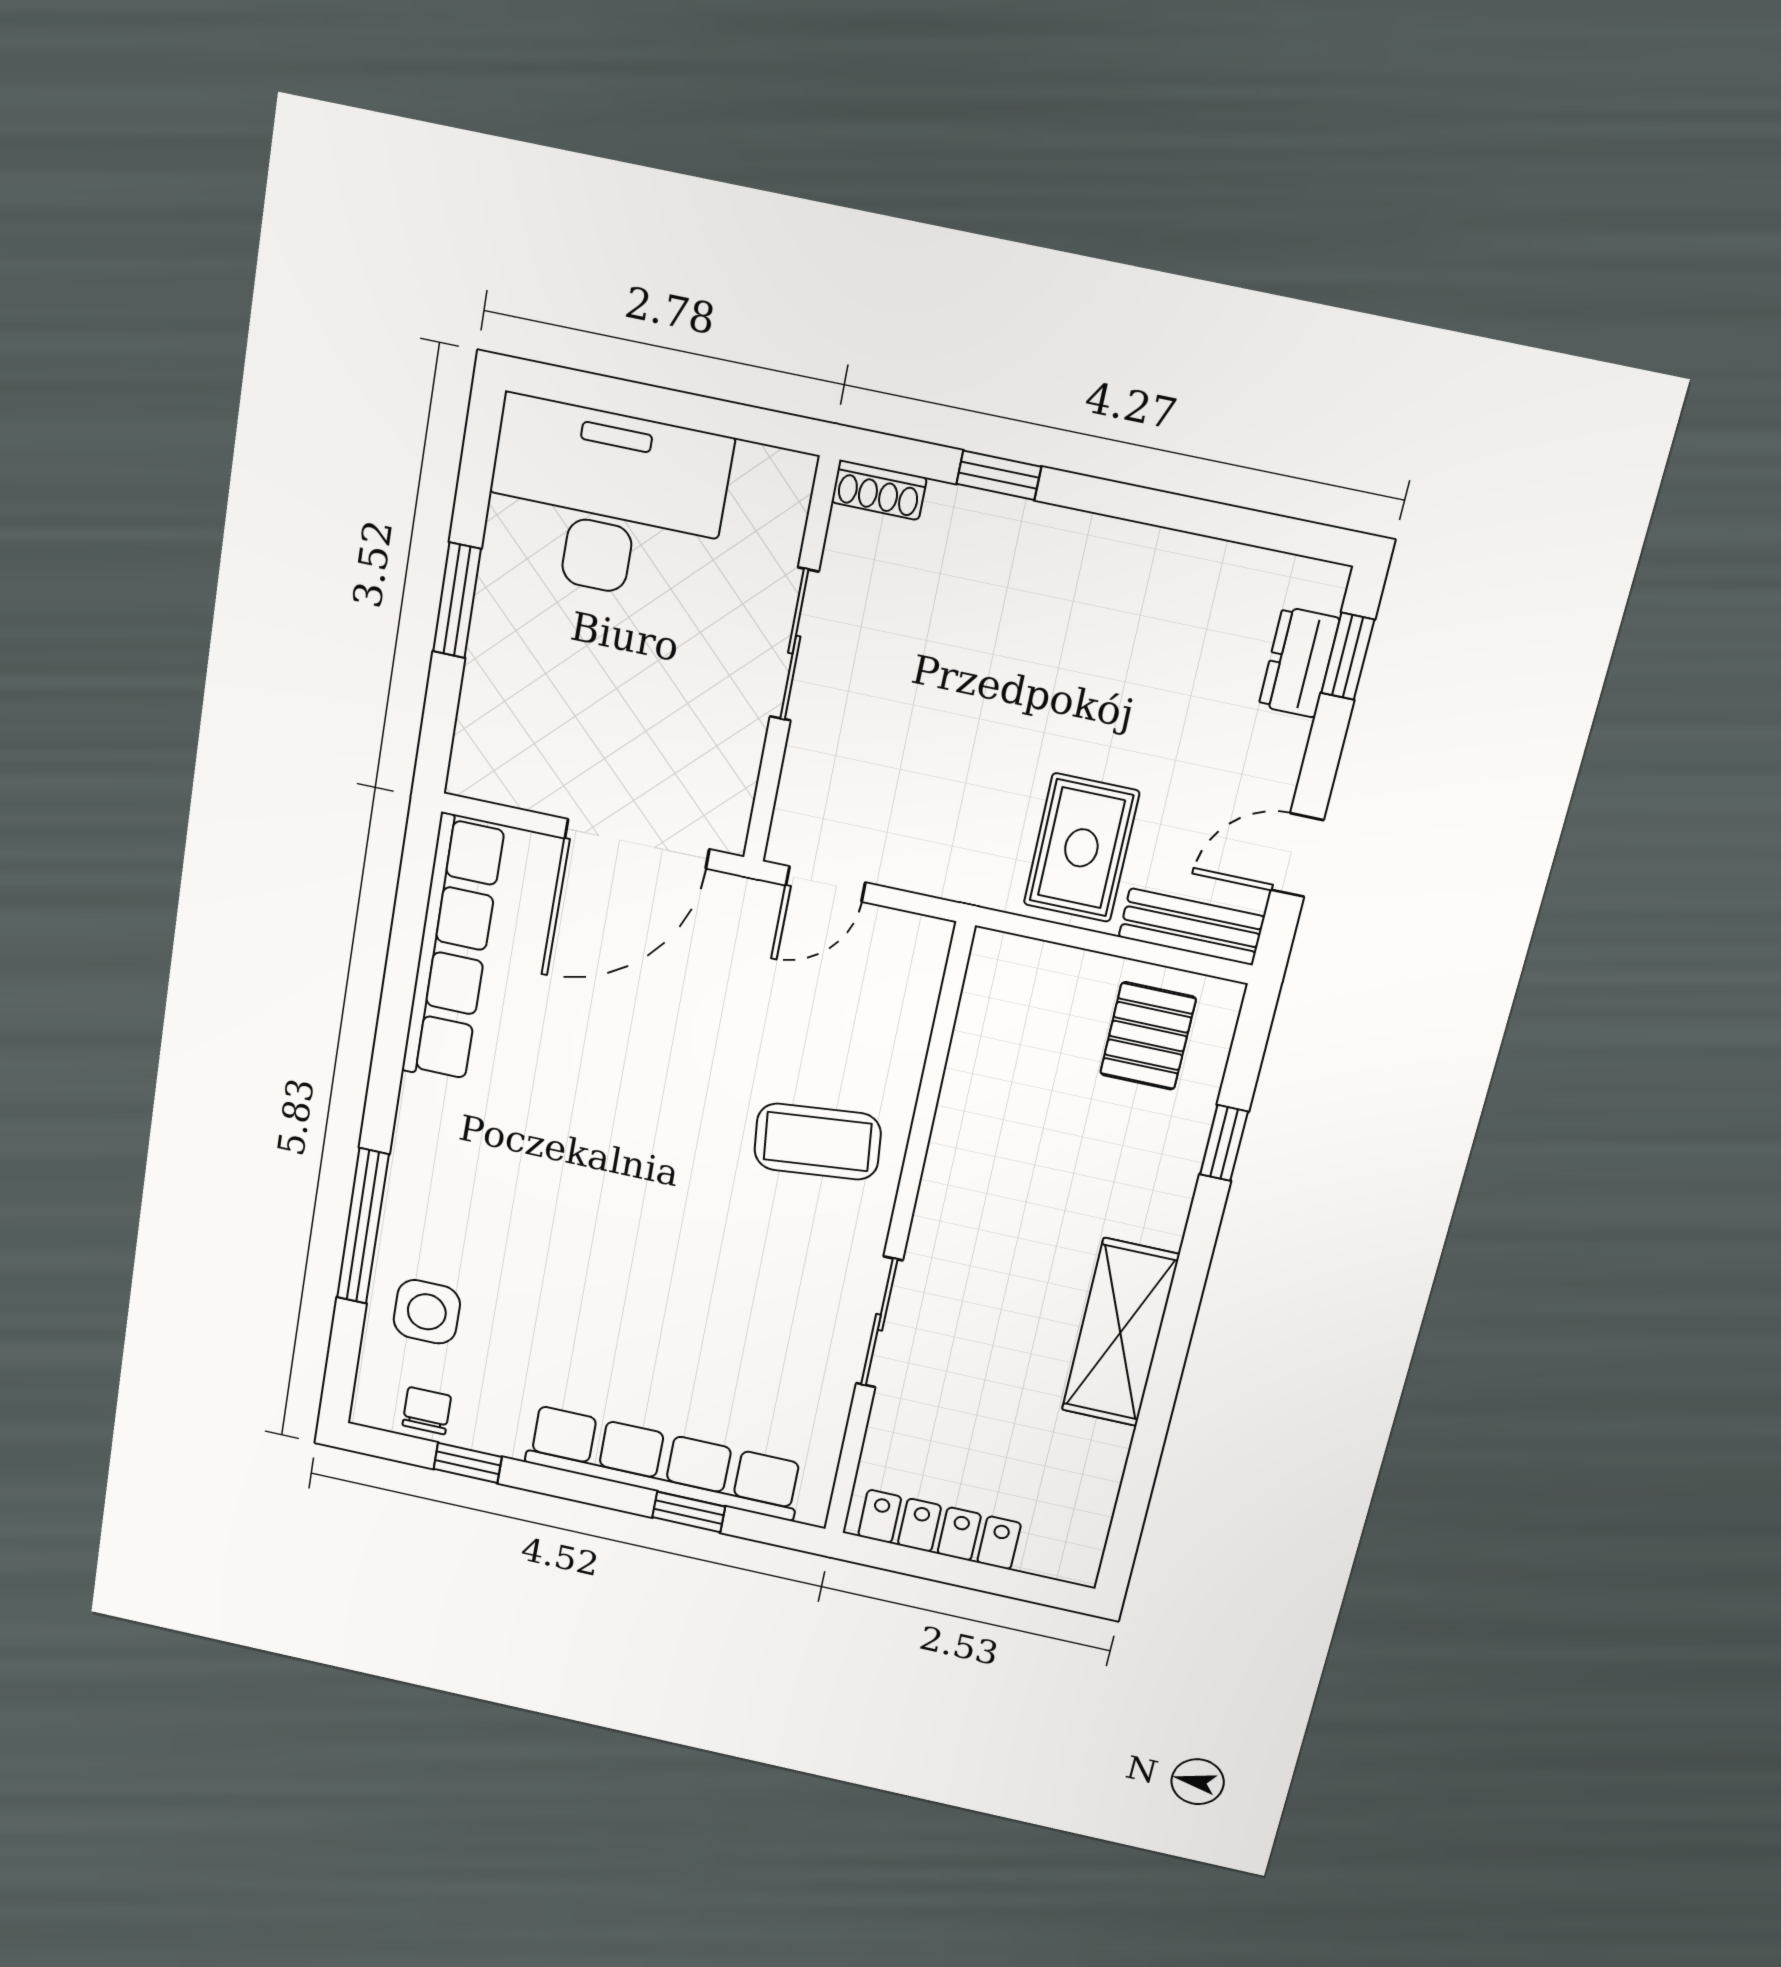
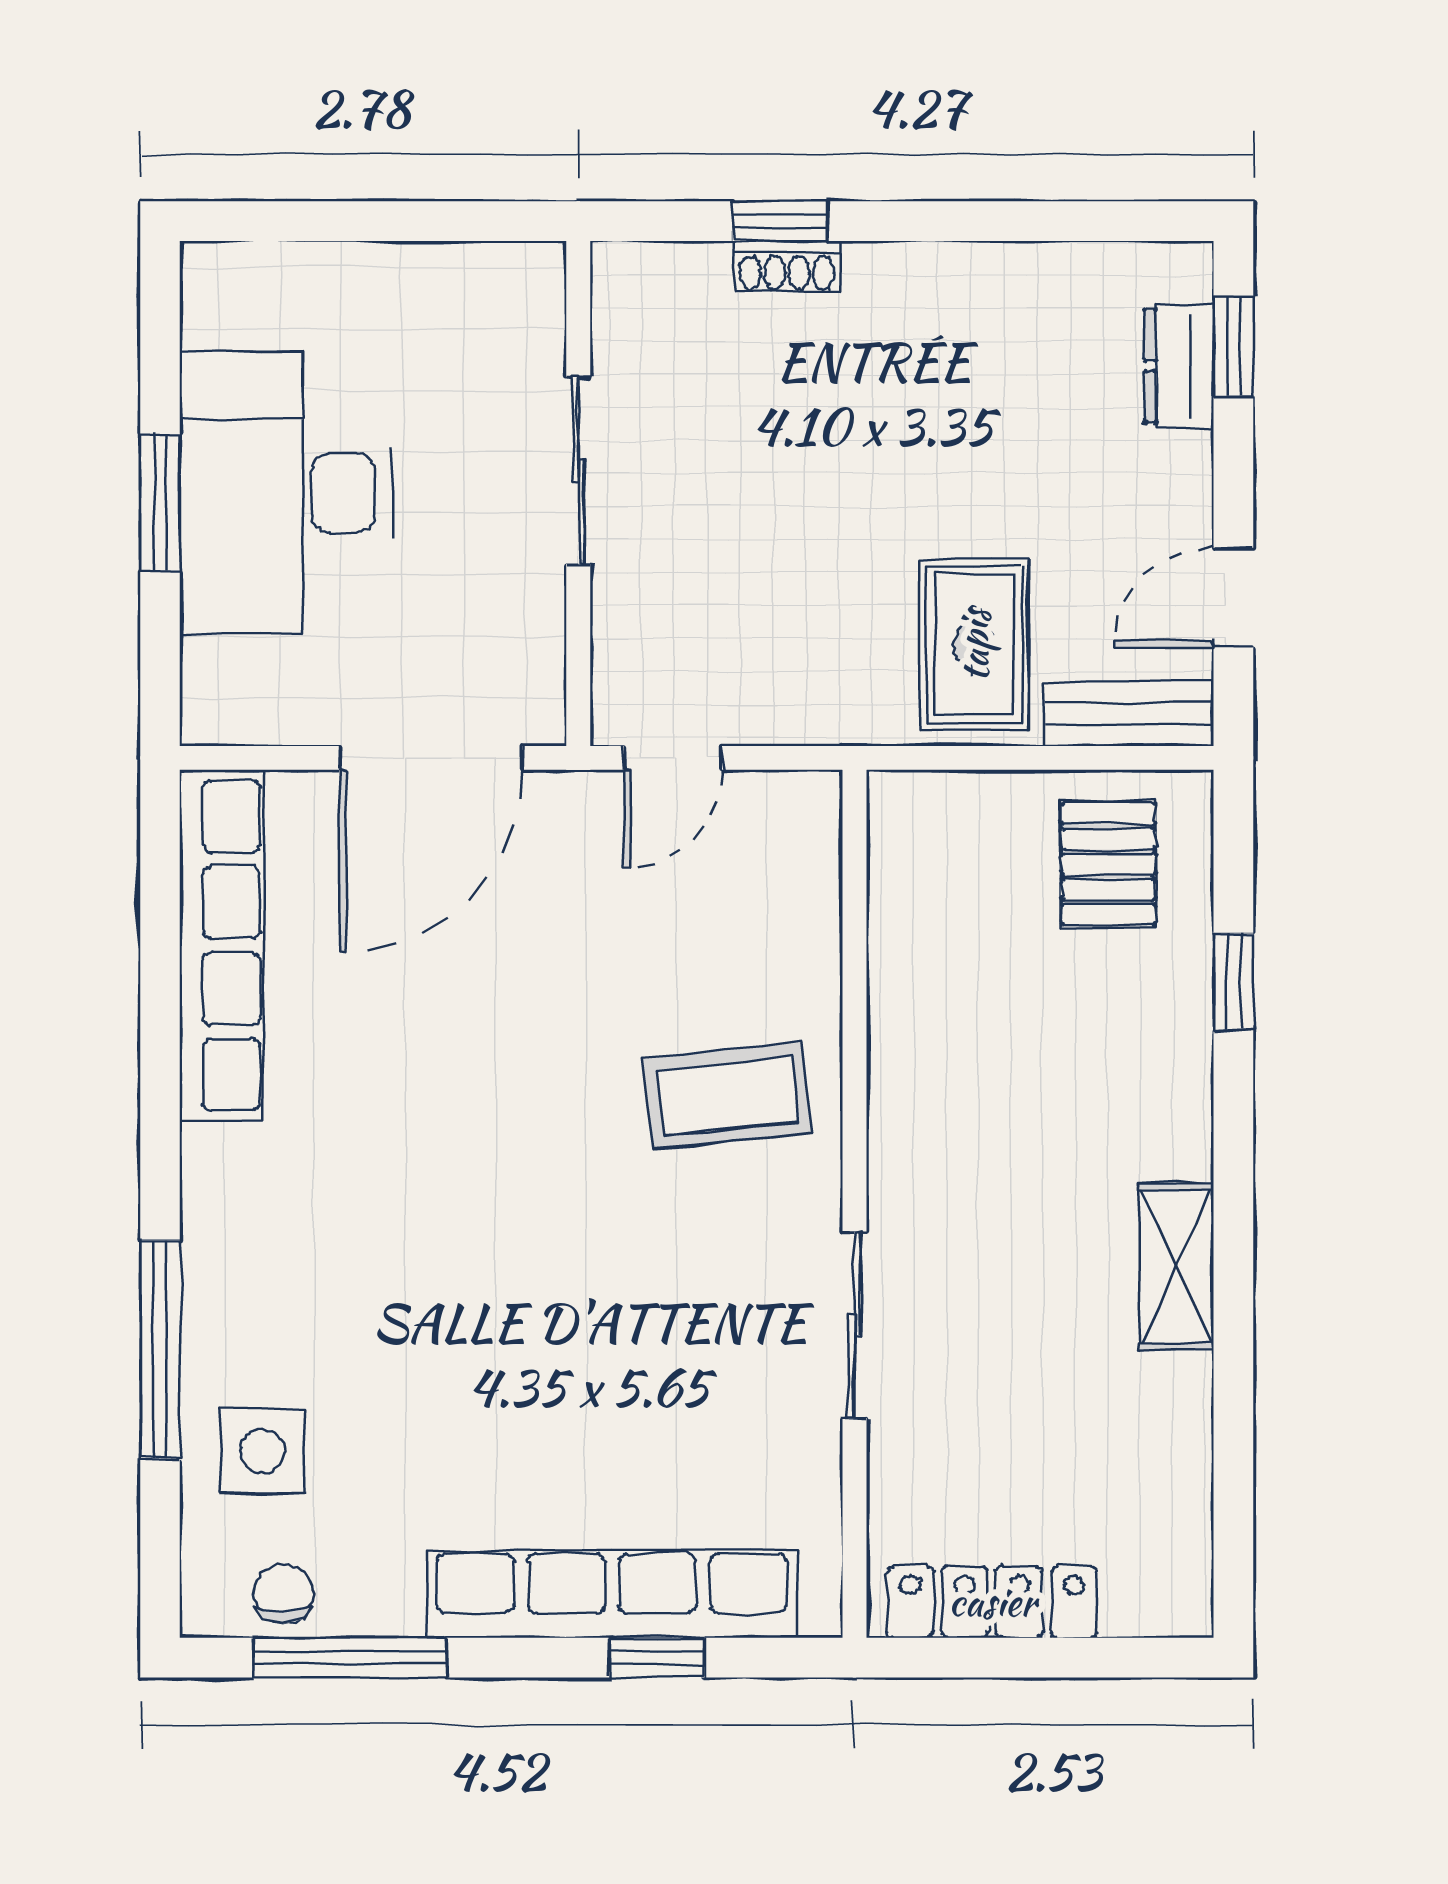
shoe rack: (879, 490) -> (787, 267), moved
desk: (606, 502) -> (286, 493), moved, turned -90
shelving: (1120, 1333) -> (1176, 1266), width x0.67, depth x0.75
window: (468, 1463) -> (350, 1658), width x2.17

